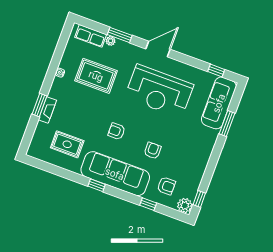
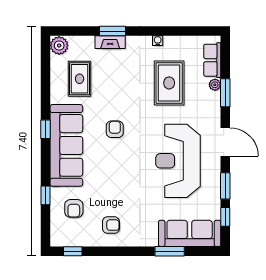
window: (192, 62) -> (225, 186), added
armchair: (153, 151) -> (111, 225), moved
plant: (185, 206) -> (59, 45), moved

